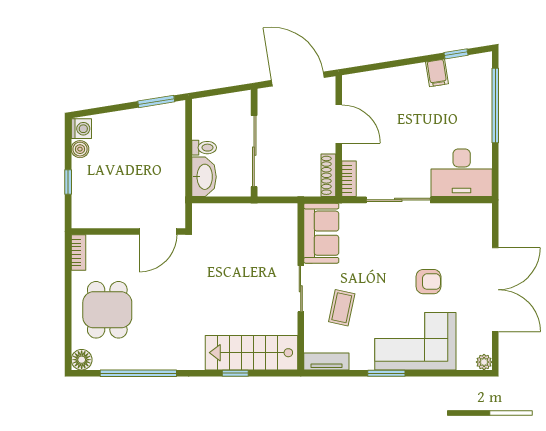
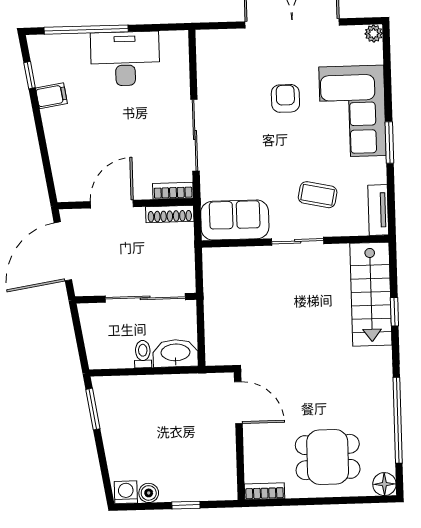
desk: (462, 173) -> (125, 59), moved, turned -90

